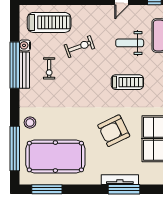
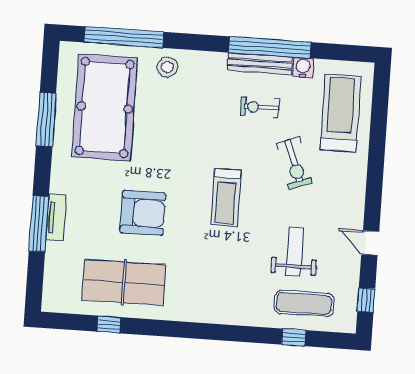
treadmill: (49, 22) -> (340, 113), turned 180
treadmill: (127, 82) -> (226, 197), moved
armchair: (114, 131) -> (143, 213), turned 116
tv unit: (120, 180) -> (56, 218), width x0.71
window: (47, 189) -> (46, 120), moved

